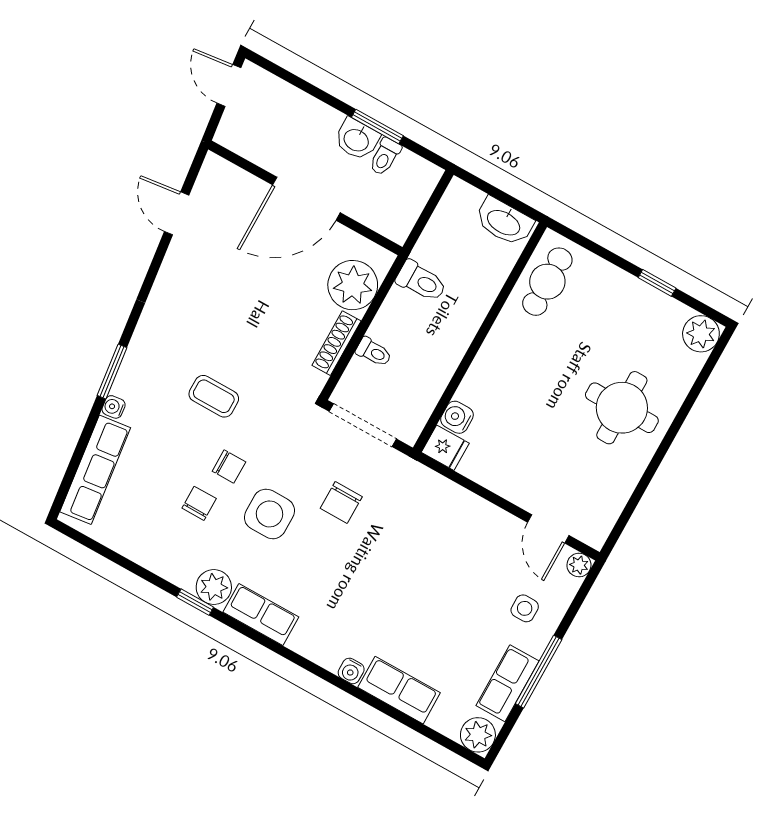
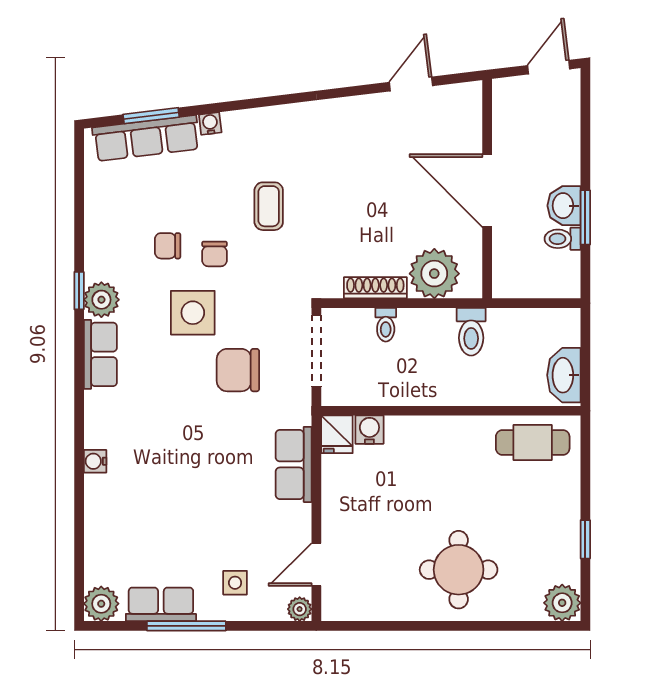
window: (112, 372) -> (151, 116), moved
chair: (199, 503) -> (168, 246), turned 180
chair: (341, 503) -> (238, 370), width x1.37, depth x1.37
row of seats: (399, 690) -> (294, 464), moved, turned 180

